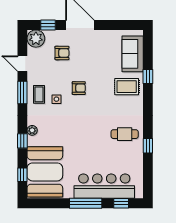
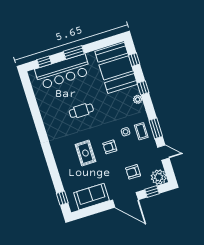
sofa: (133, 54) -> (91, 197), moved, turned -90
window: (148, 77) -> (62, 198), moved
rug: (127, 87) -> (85, 153), moved, turned 90
cafe table: (125, 134) -> (81, 111), moved
window: (148, 146) -> (37, 117), removed
window: (86, 203) -> (74, 52), width x0.69

